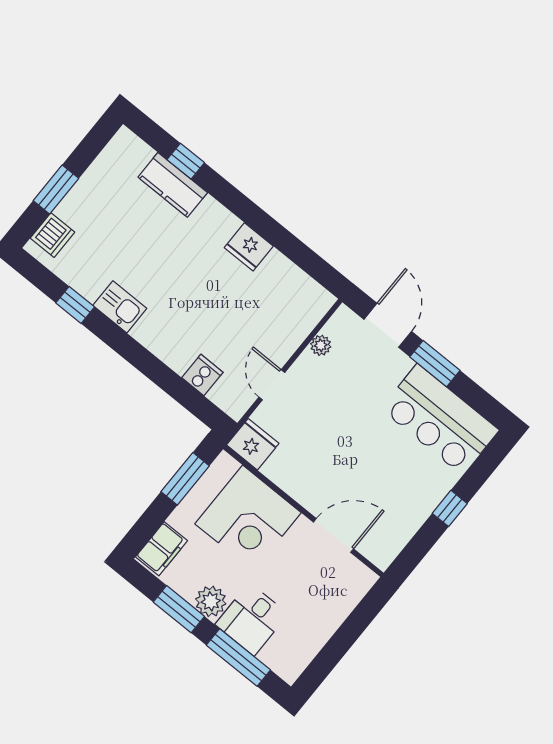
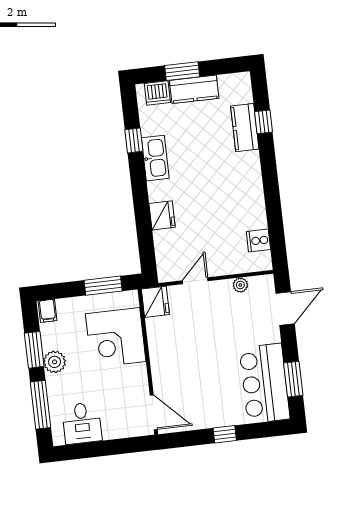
kitchen counter: (86, 196) -> (194, 89), added
fridge: (249, 247) -> (162, 215), moved, turned 180
kitchen sink: (120, 307) -> (155, 158), width x1.38
window: (435, 364) -> (293, 379), moved
cooker: (202, 375) -> (258, 241), moved, turned 180
door: (333, 535) -> (154, 412), moved
filing cabinet: (162, 549) -> (48, 311), width x0.50
desk: (252, 619) -> (82, 423), moved, turned -90

